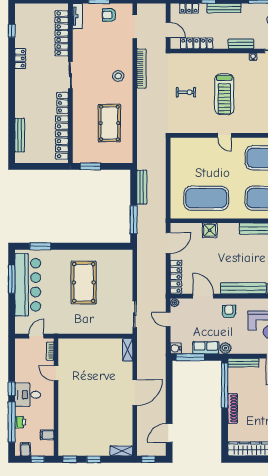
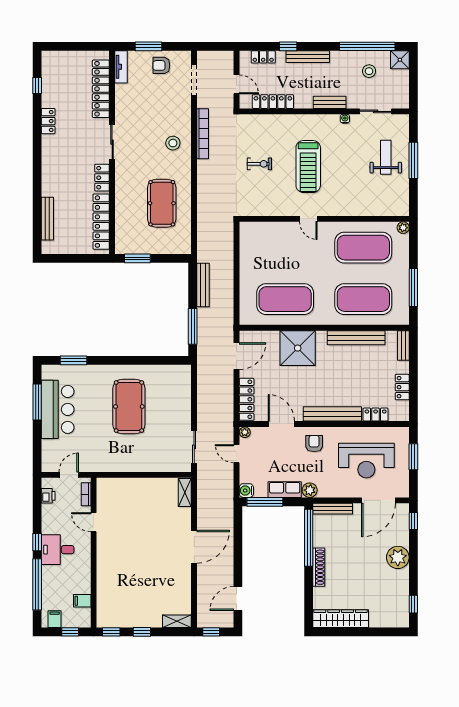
shower: (210, 230) -> (298, 348), width x1.86, depth x1.86
bar counter: (28, 285) -> (58, 409), width x0.73
printer: (20, 422) -> (48, 496), moved

